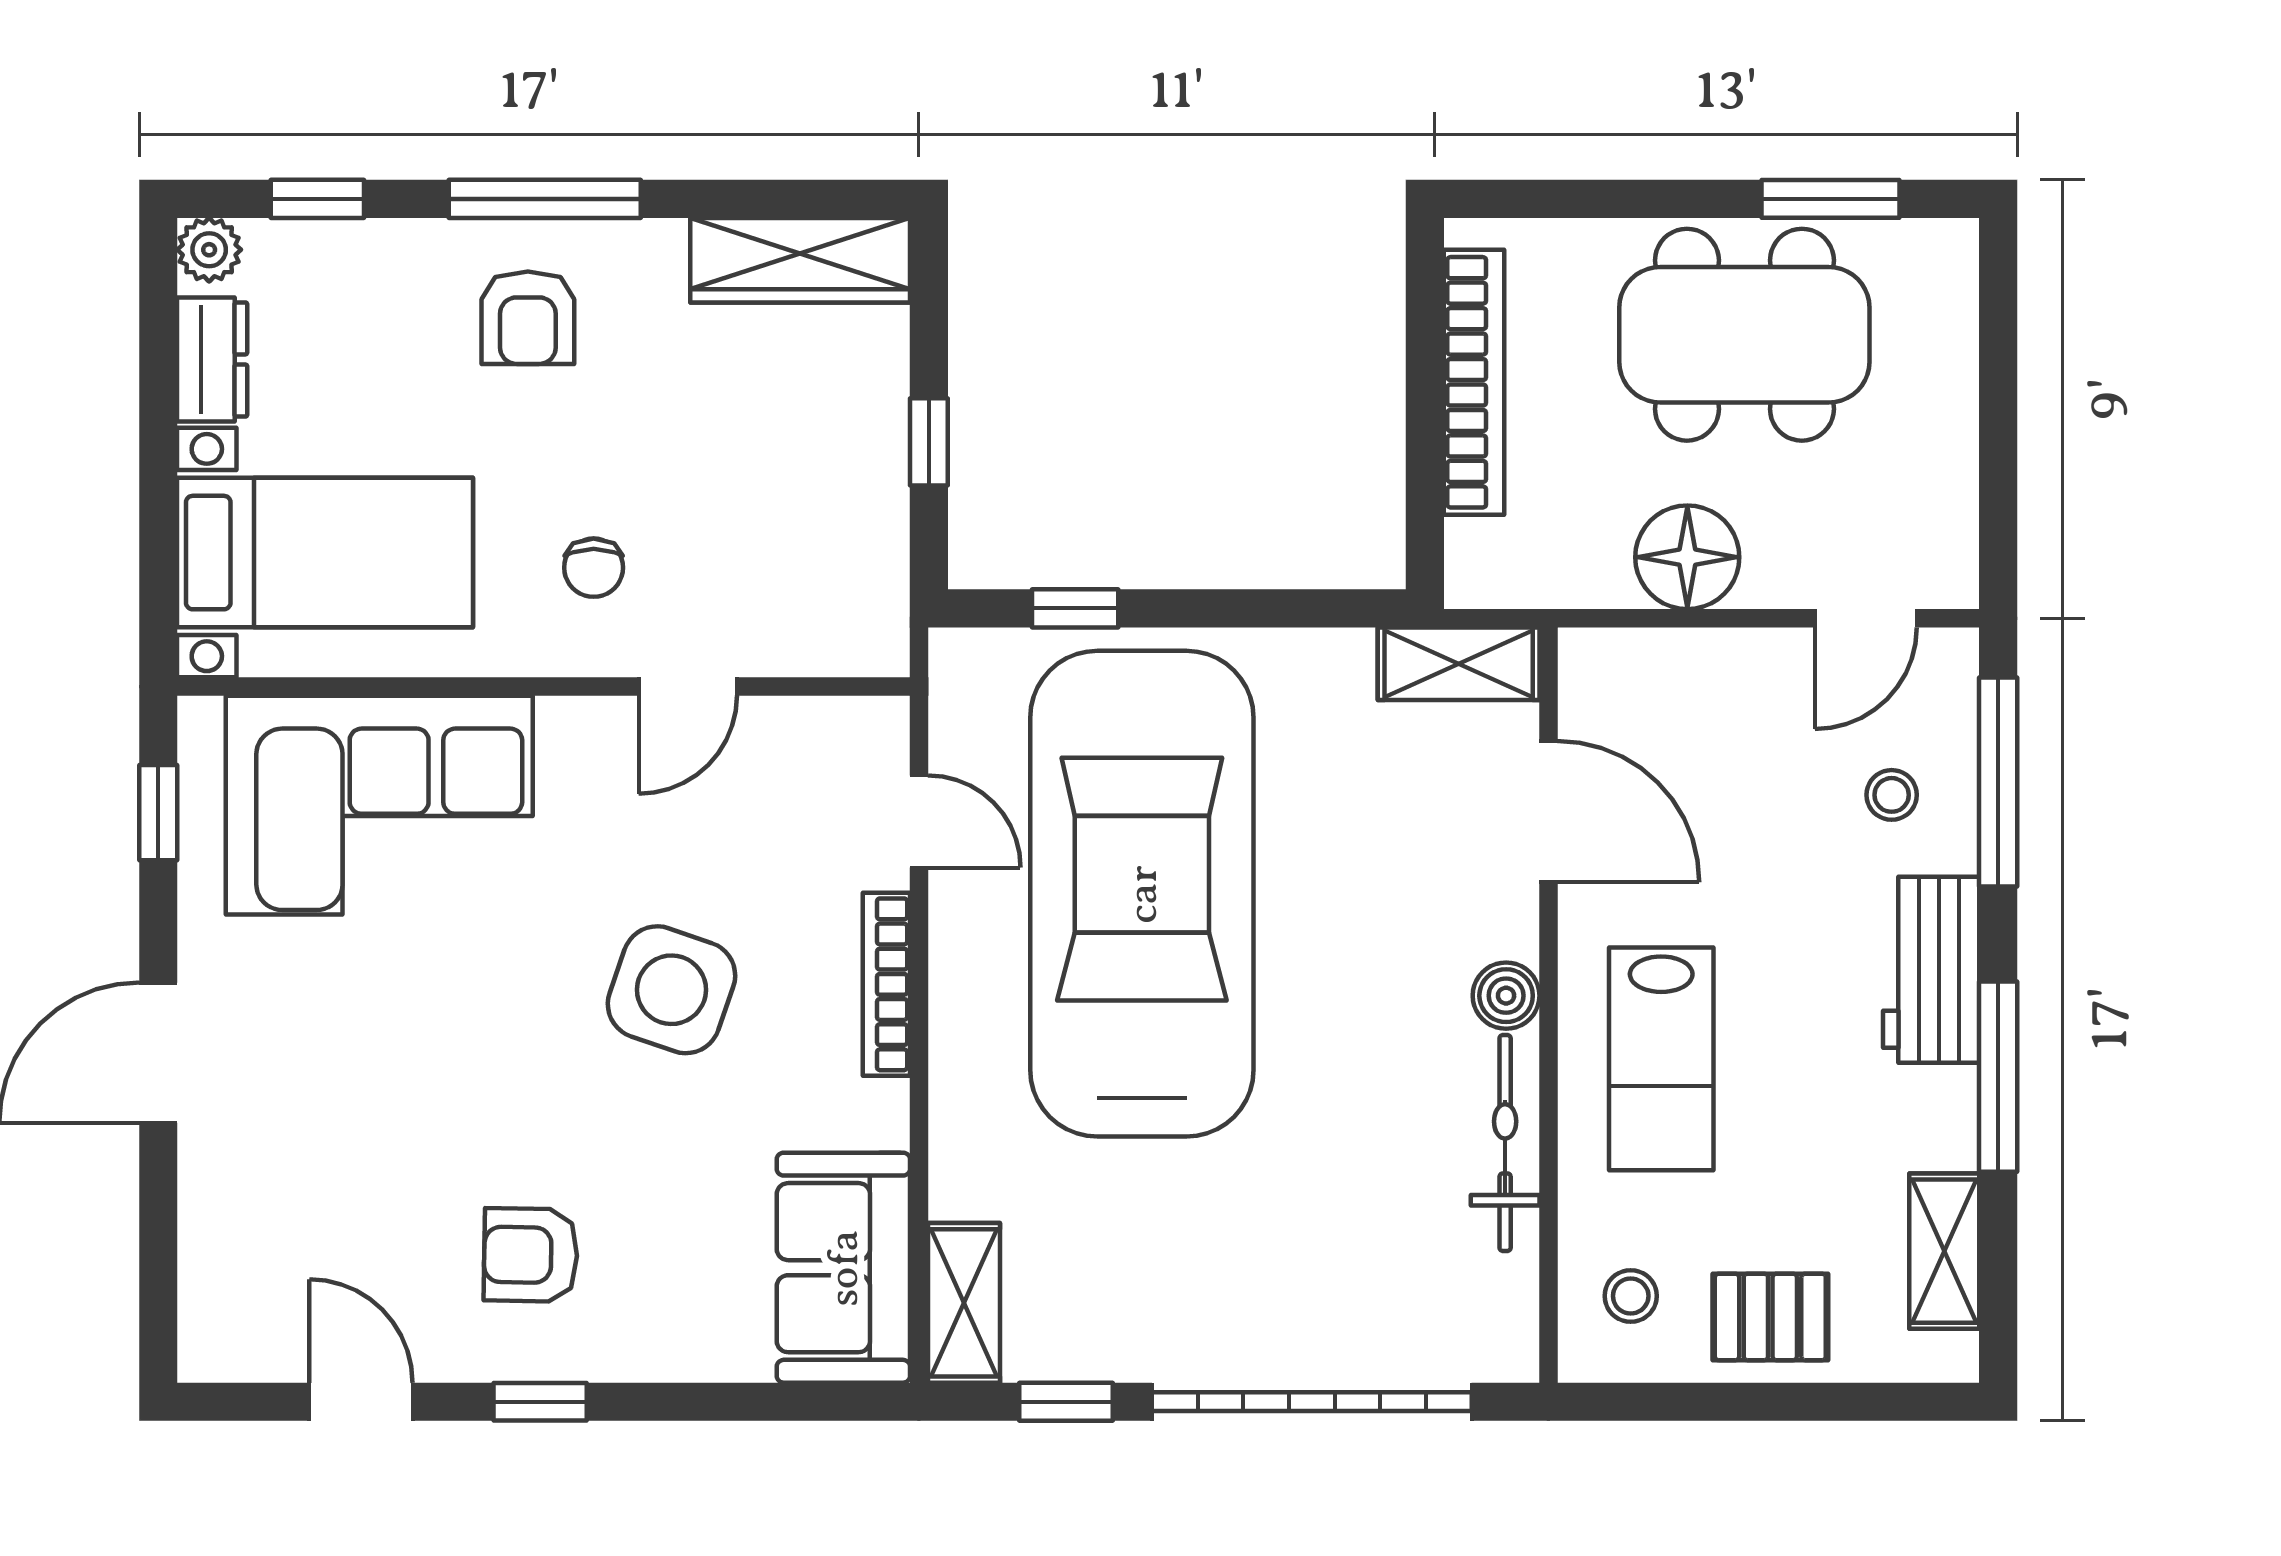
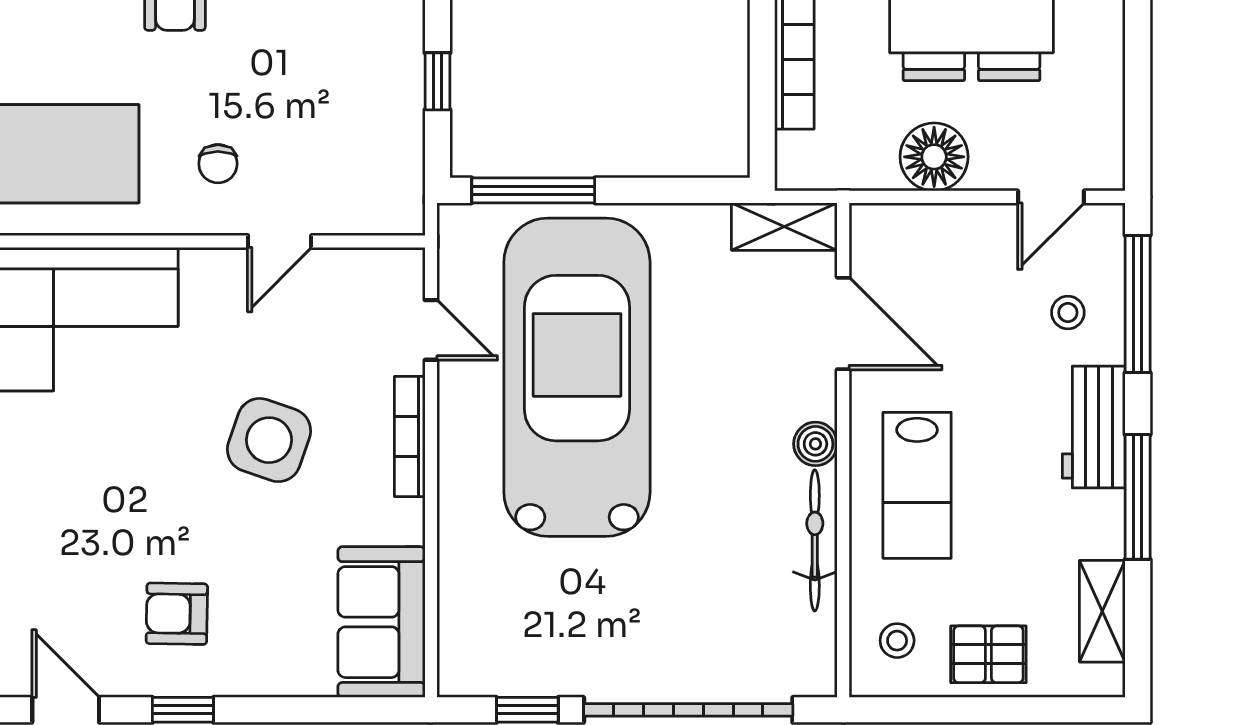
window: (1075, 608) -> (533, 190), width x2.17
shelving: (964, 1303) -> (461, 645), removed

